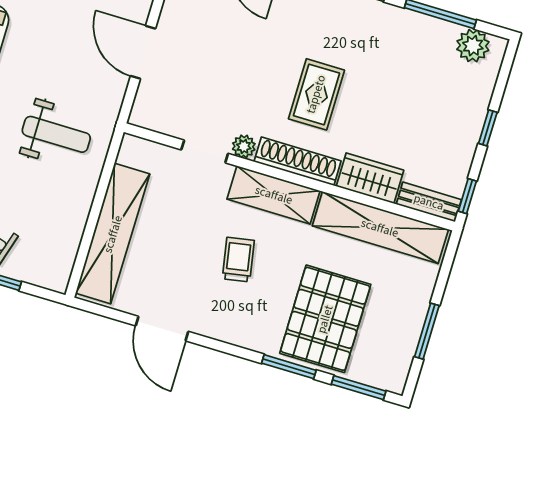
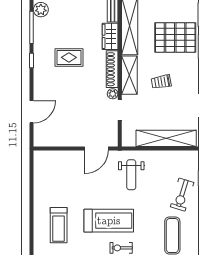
door: (143, 52) -> (96, 148), moved
rug: (316, 94) -> (69, 57), moved
weight bench: (56, 134) -> (131, 175), turned 180

